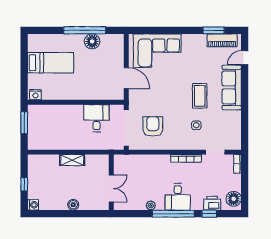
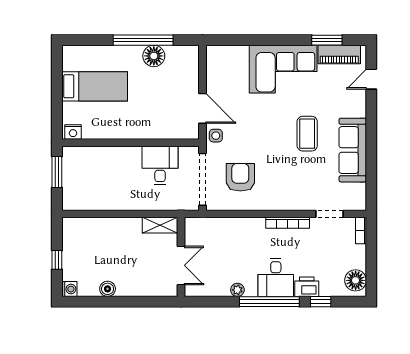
corner sofa: (157, 51) -> (283, 69), moved
sofa: (232, 87) -> (353, 150), moved
side table: (196, 125) -> (216, 136), moved
shelving: (72, 160) -> (160, 225), moved
printer: (212, 203) -> (307, 287), moved
boiler: (73, 205) -> (108, 289), moved

